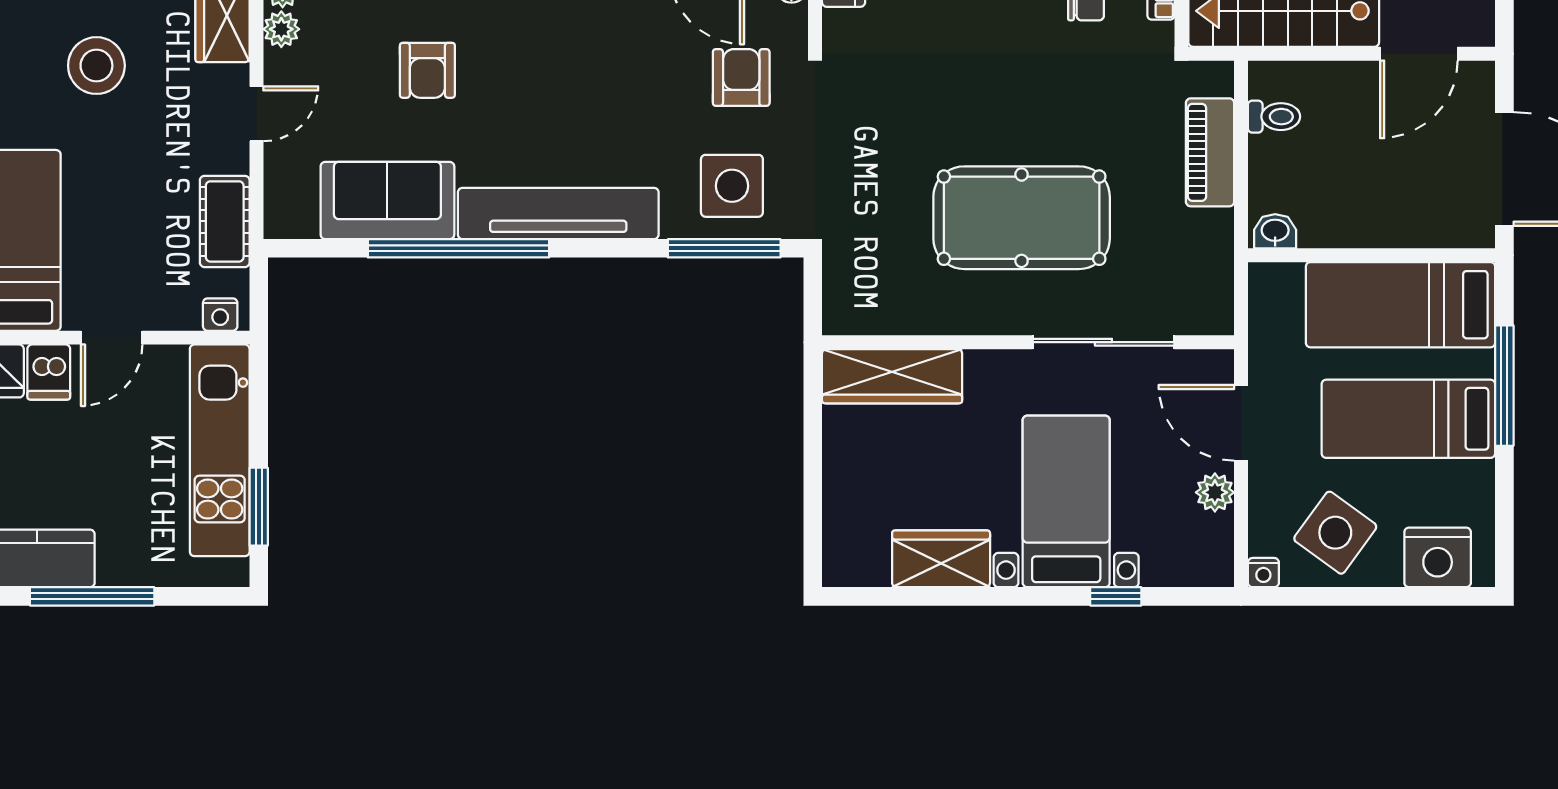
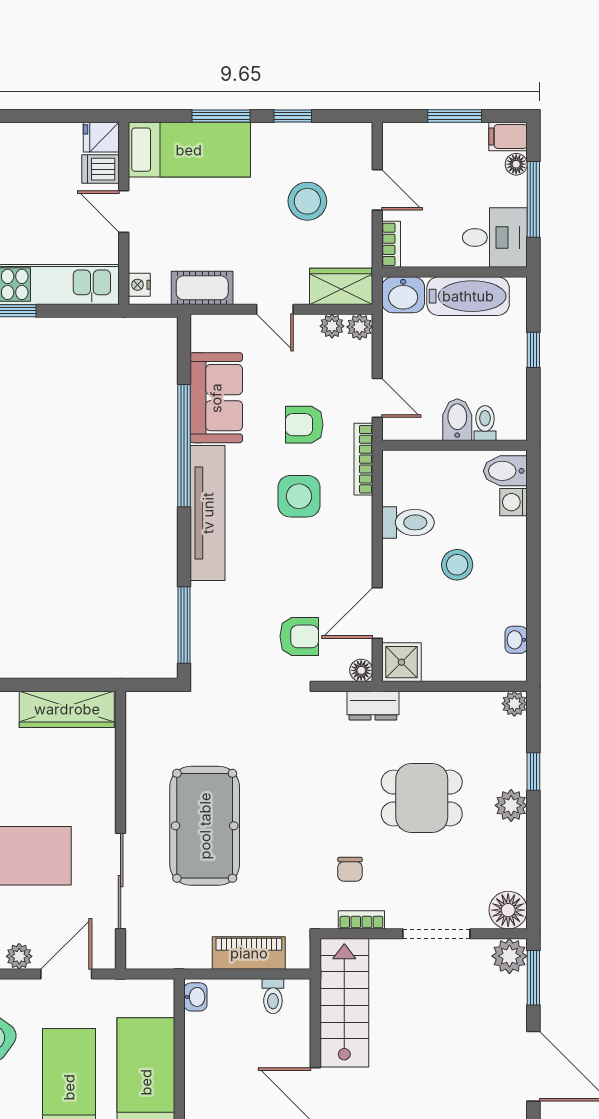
side table: (732, 186) -> (299, 496), moved
wardrobe: (892, 376) -> (67, 709), moved, turned -90

